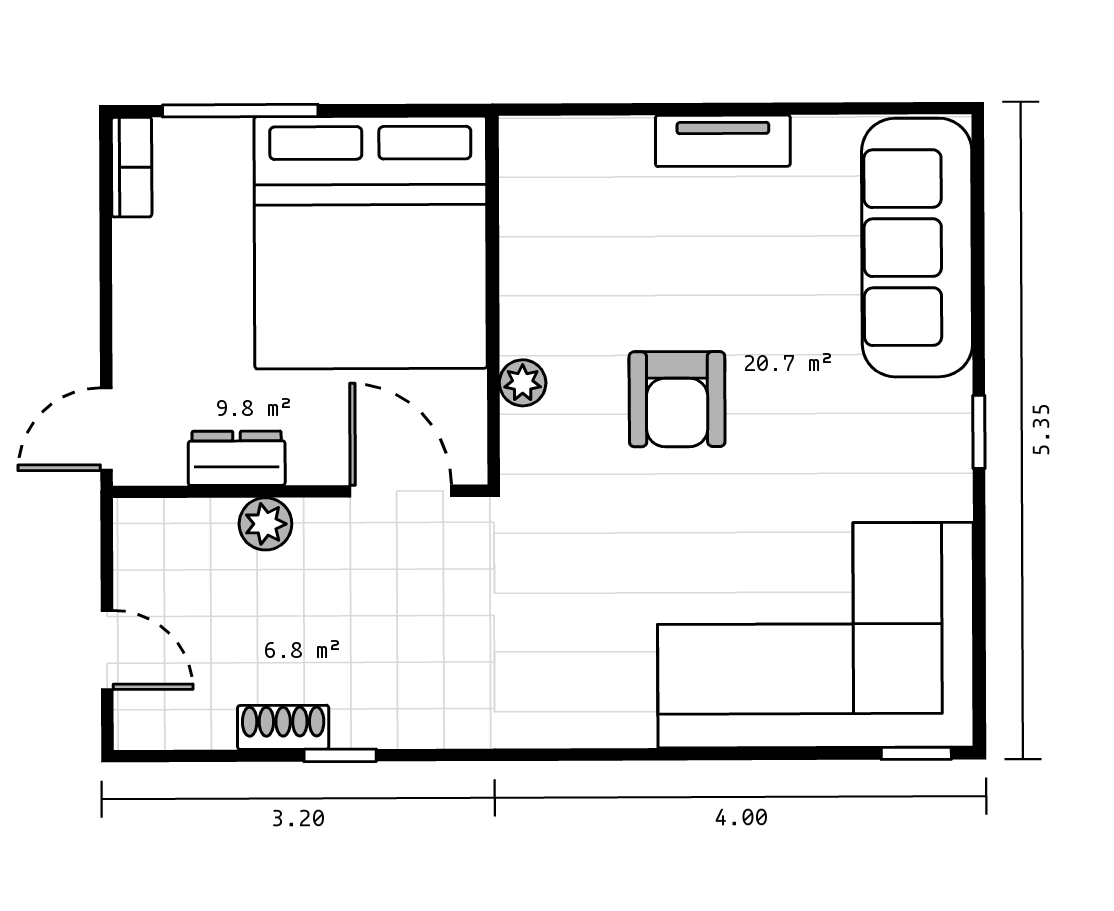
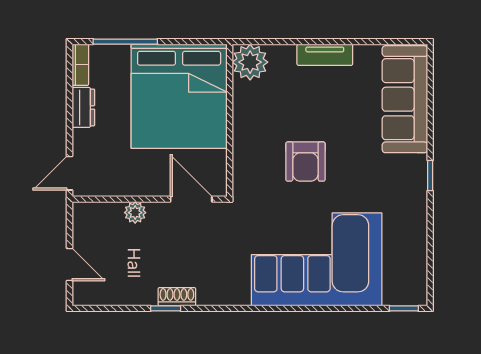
plant: (523, 383) -> (250, 62), moved, width x1.88, depth x1.88
dresser: (237, 458) -> (83, 107), moved, turned 90
corner sofa: (816, 635) -> (317, 259), moved
shoe rack: (283, 727) -> (177, 297), moved

